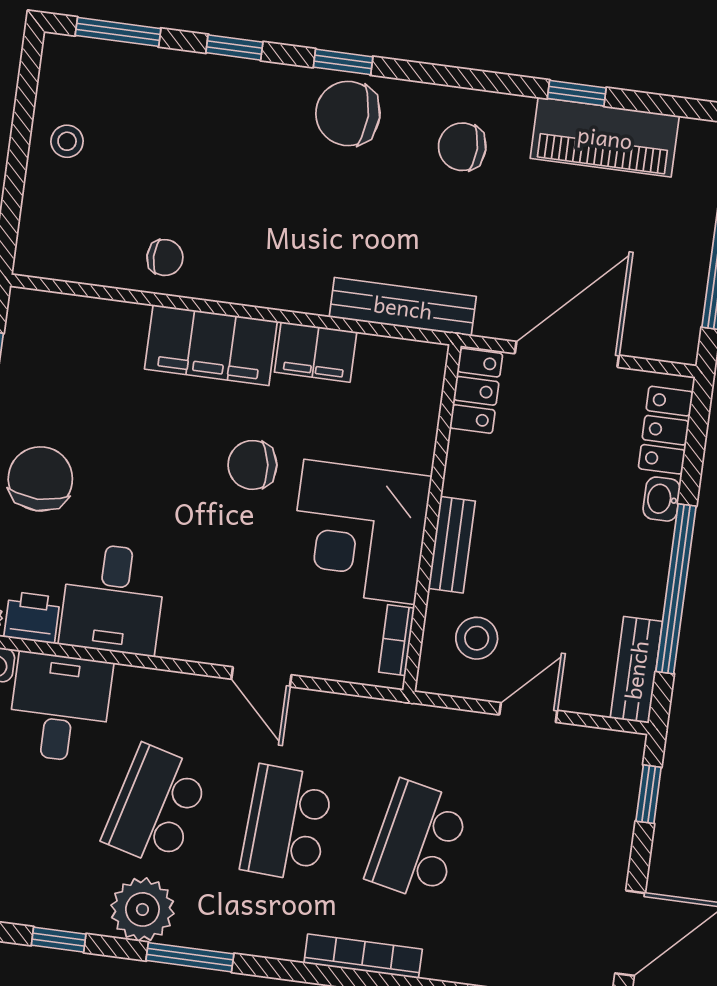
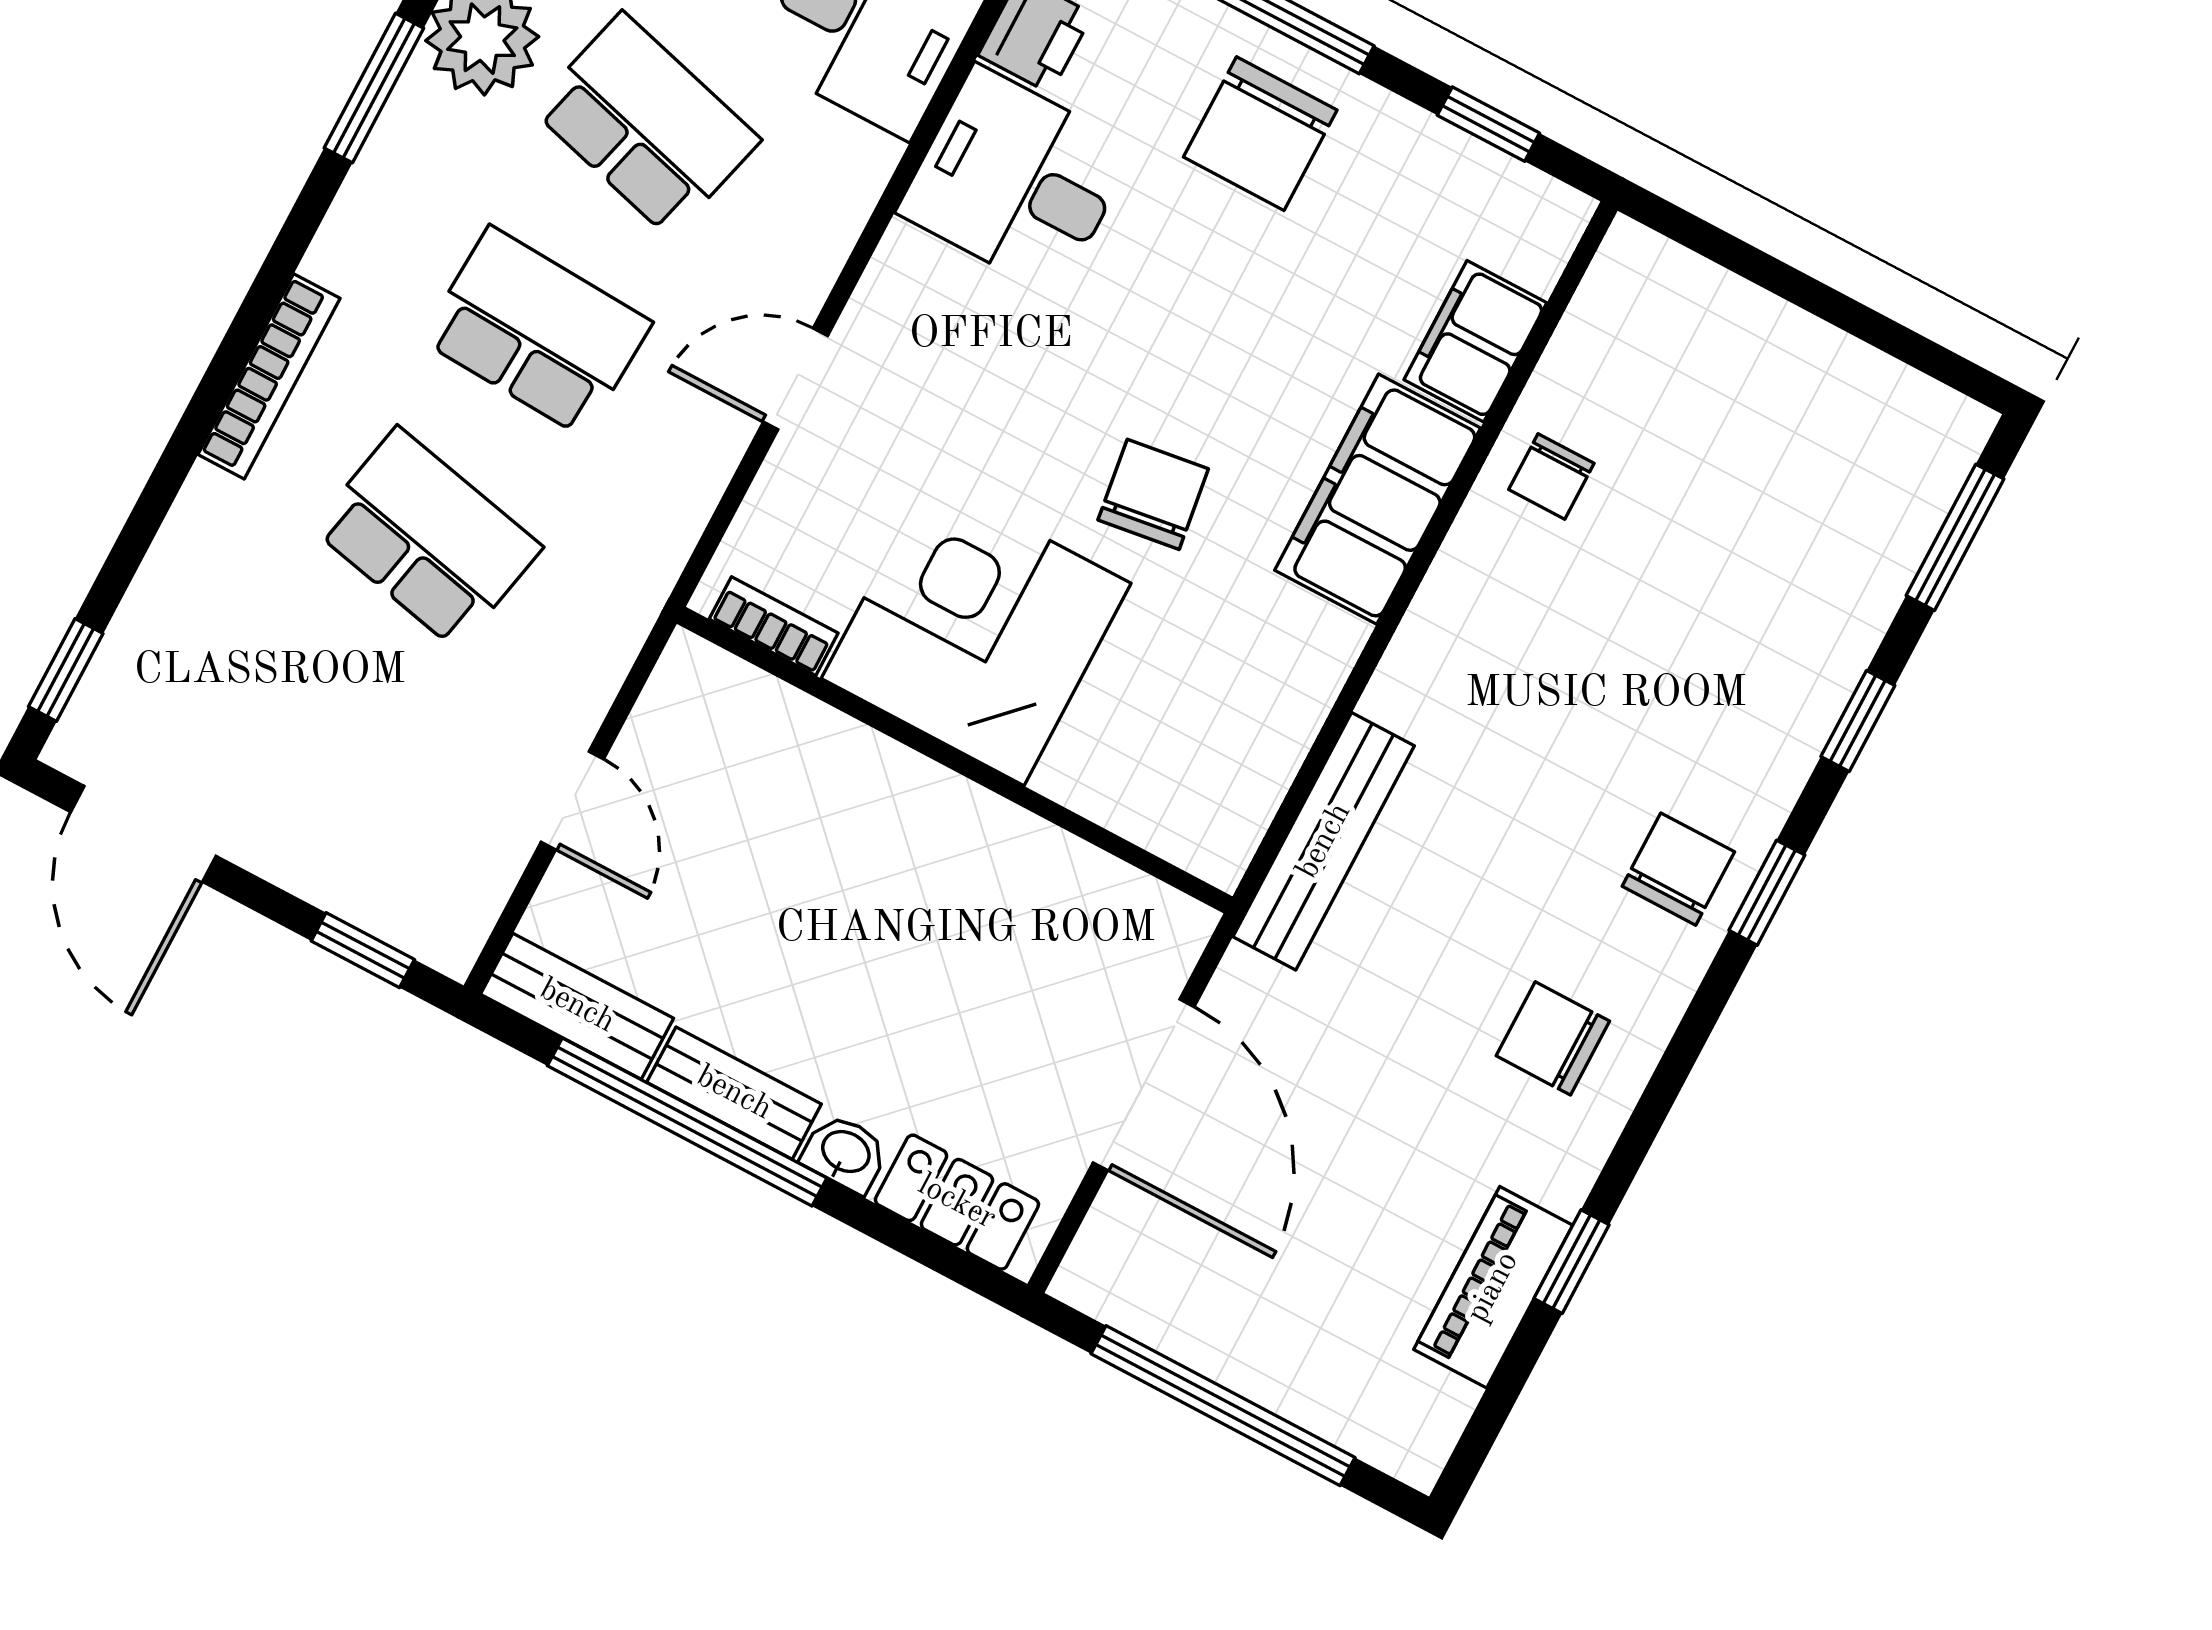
chair: (348, 113) -> (1678, 869), width x0.73, depth x0.73
piano: (605, 137) -> (1493, 1287), width x0.73, depth x0.75
stool: (67, 141) -> (1805, 385), removed
chair: (462, 147) -> (1553, 1038), turned -90
filing cabinet: (316, 352) -> (1475, 341), moved
locker: (476, 391) -> (1139, 912), removed
chair: (40, 479) -> (1260, 134), turned 90
bench: (452, 545) -> (734, 1093), moved
stool: (477, 638) -> (728, 760), removed

